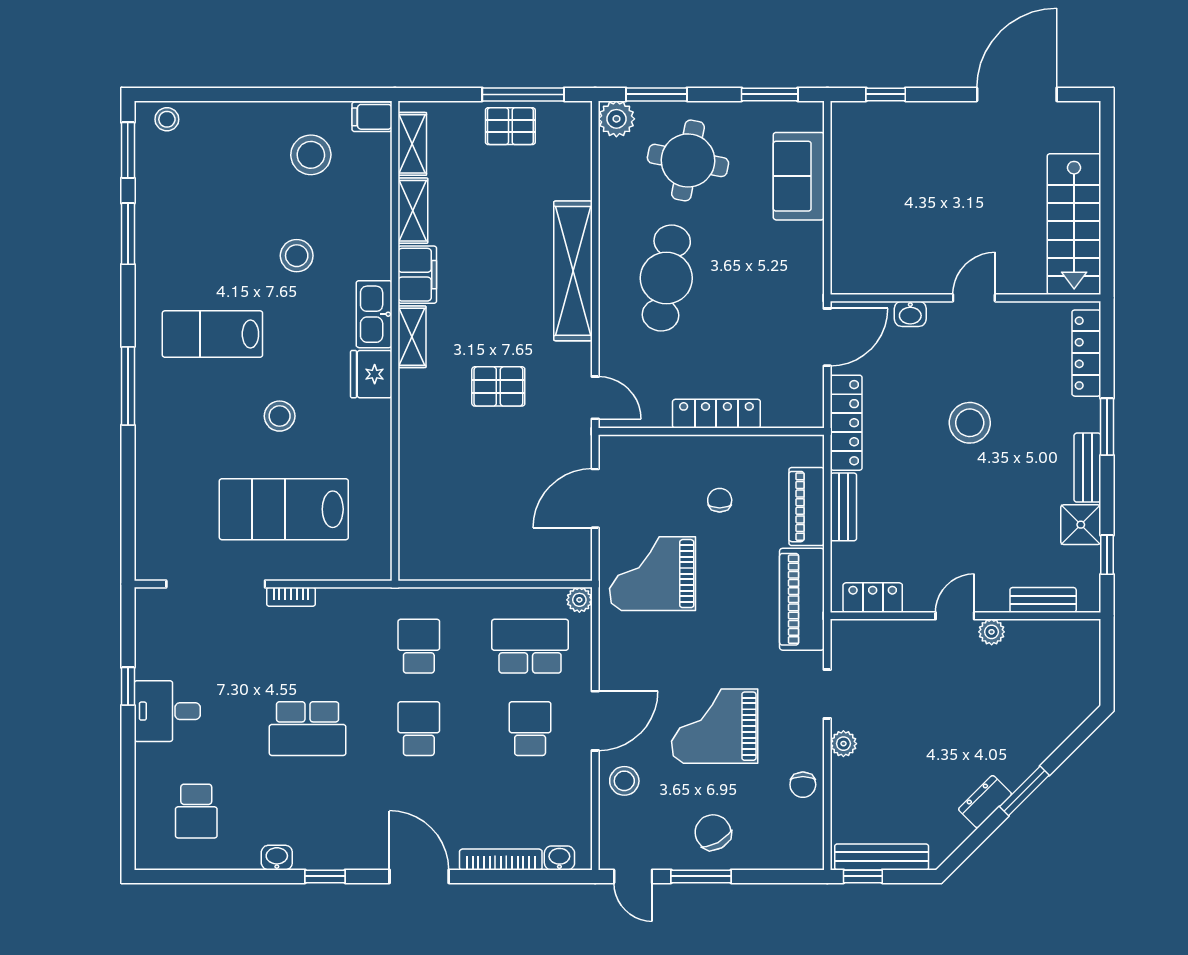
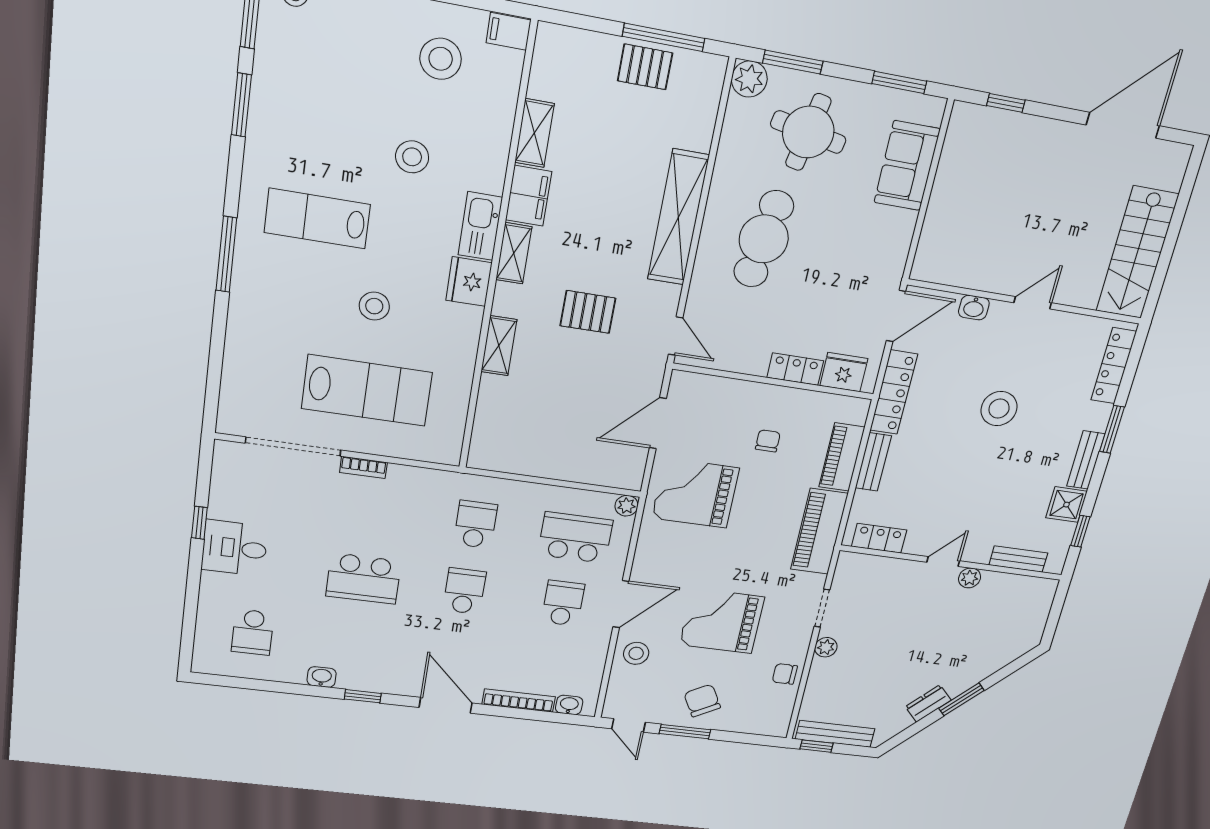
shelving: (412, 144) -> (499, 346), moved
fridge: (785, 409) -> (844, 372), added
locker: (716, 414) -> (795, 369), width x0.66
lab bench: (284, 509) -> (367, 390), turned 180
chair: (803, 785) -> (785, 674), turned 90

